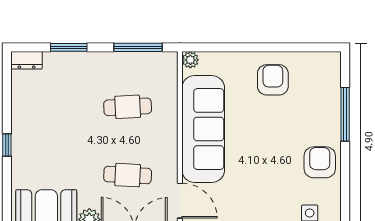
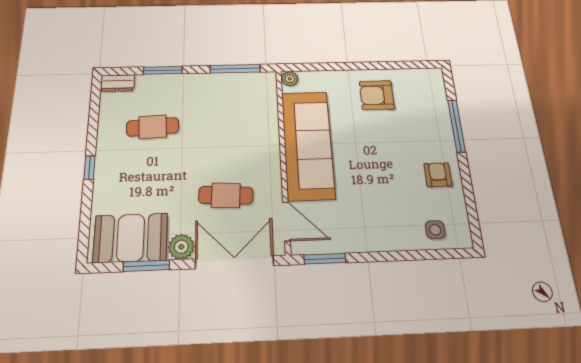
armchair: (273, 80) -> (377, 95), turned -90
cafe table: (128, 107) -> (153, 127), moved
armchair: (320, 162) -> (438, 175), width x0.72, depth x0.72

